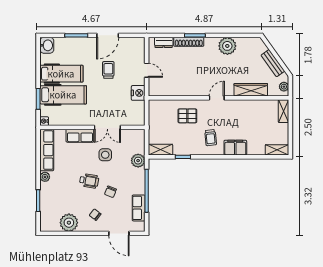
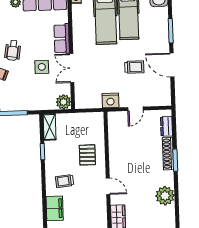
plant: (138, 161) -> (64, 102), moved

